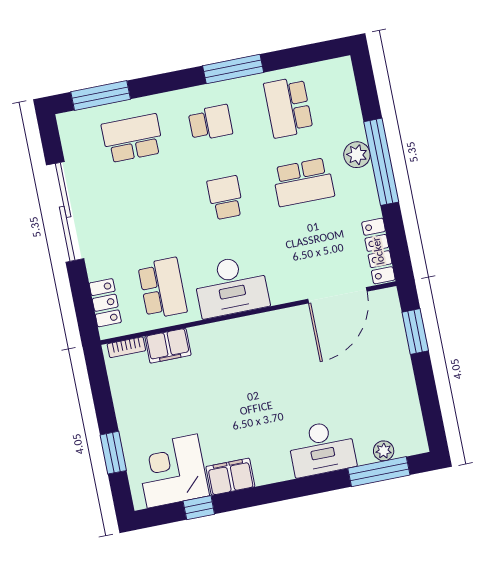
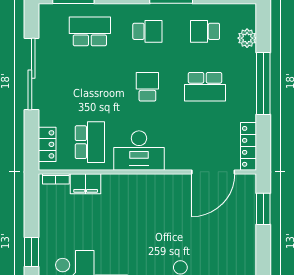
school desk: (288, 107) -> (205, 31), width x0.54
plant: (357, 155) -> (247, 38), moved

